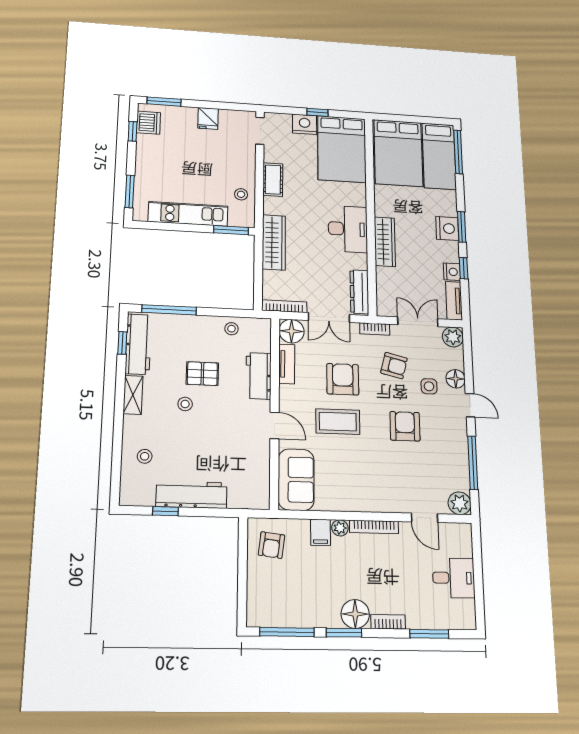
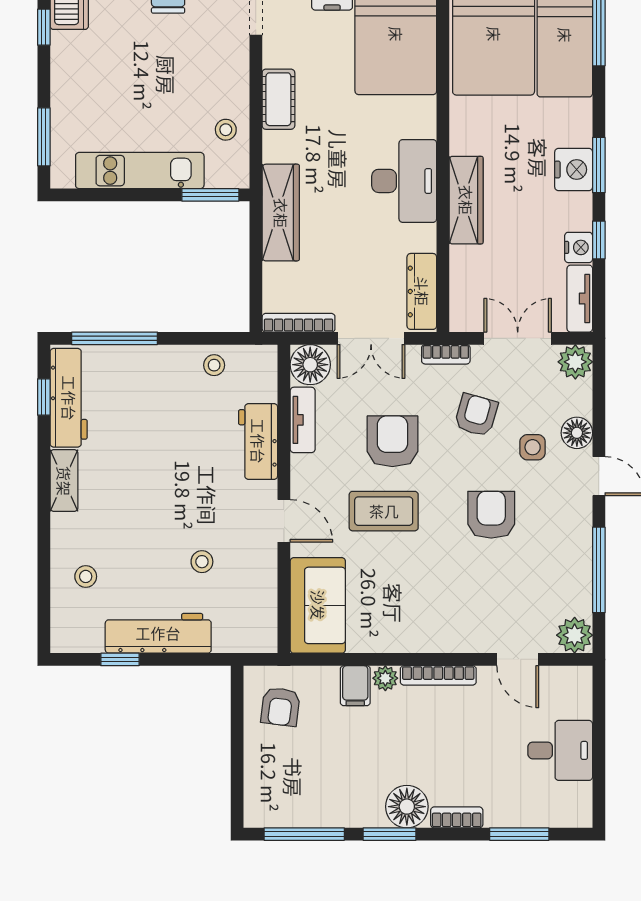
armchair: (394, 366) -> (476, 415), turned -88
pallet: (202, 374) -> (170, 442), removed
stool: (185, 404) -> (202, 562), moved

